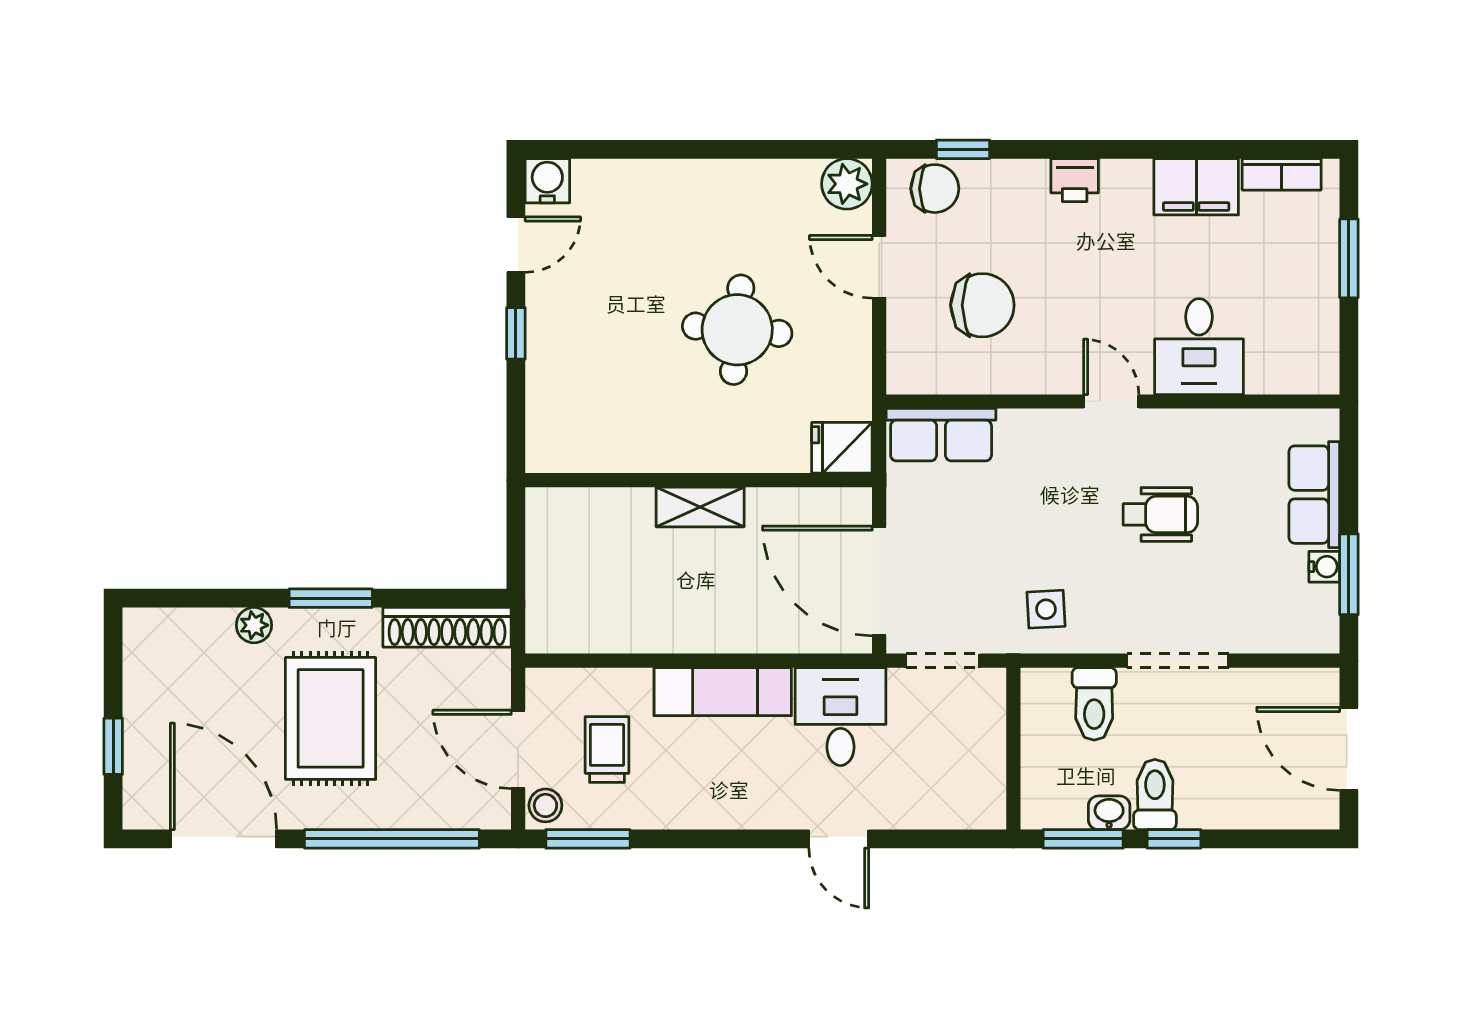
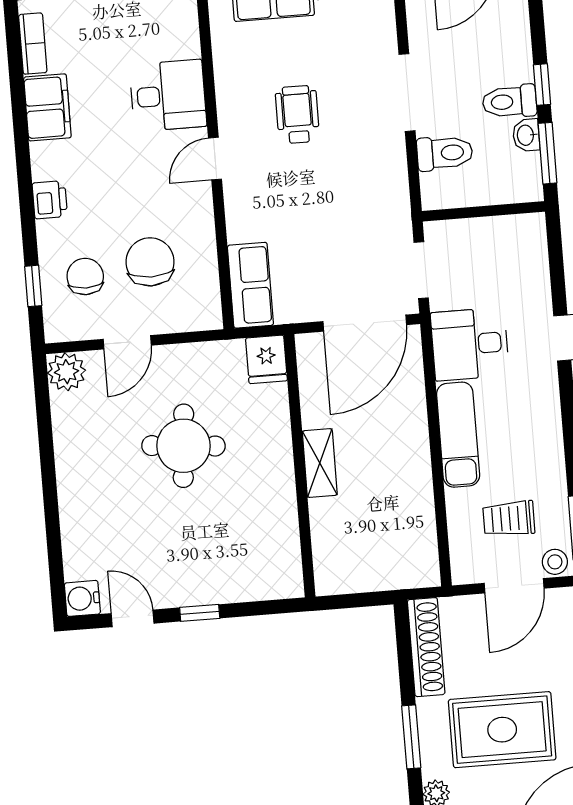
chair: (935, 189) -> (85, 276), moved
side table: (1046, 609) -> (376, 195), removed

